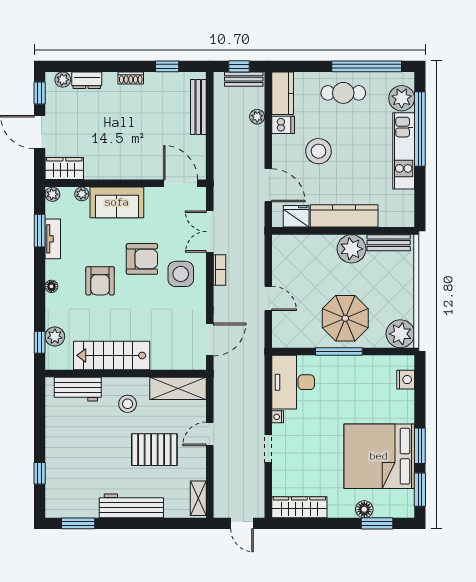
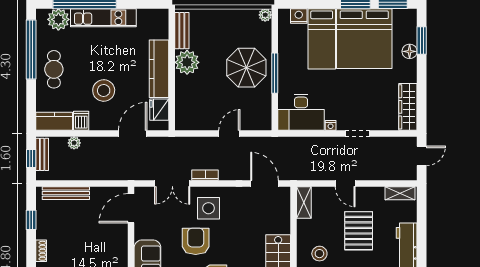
plant: (400, 334) -> (265, 15), width x0.53, depth x0.53
shelving: (178, 388) -> (304, 203), width x0.67, depth x0.75
bed: (379, 406) -> (322, 39), added

